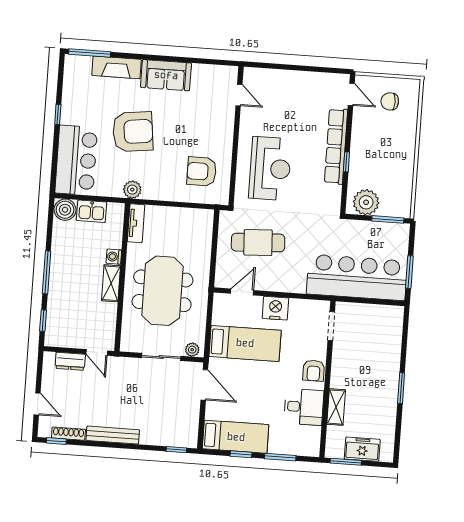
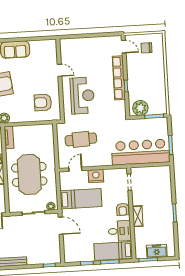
door: (239, 95) -> (60, 70), moved
shelving: (336, 407) -> (138, 216), moved
bed: (236, 437) -> (113, 251), moved, turned 180

